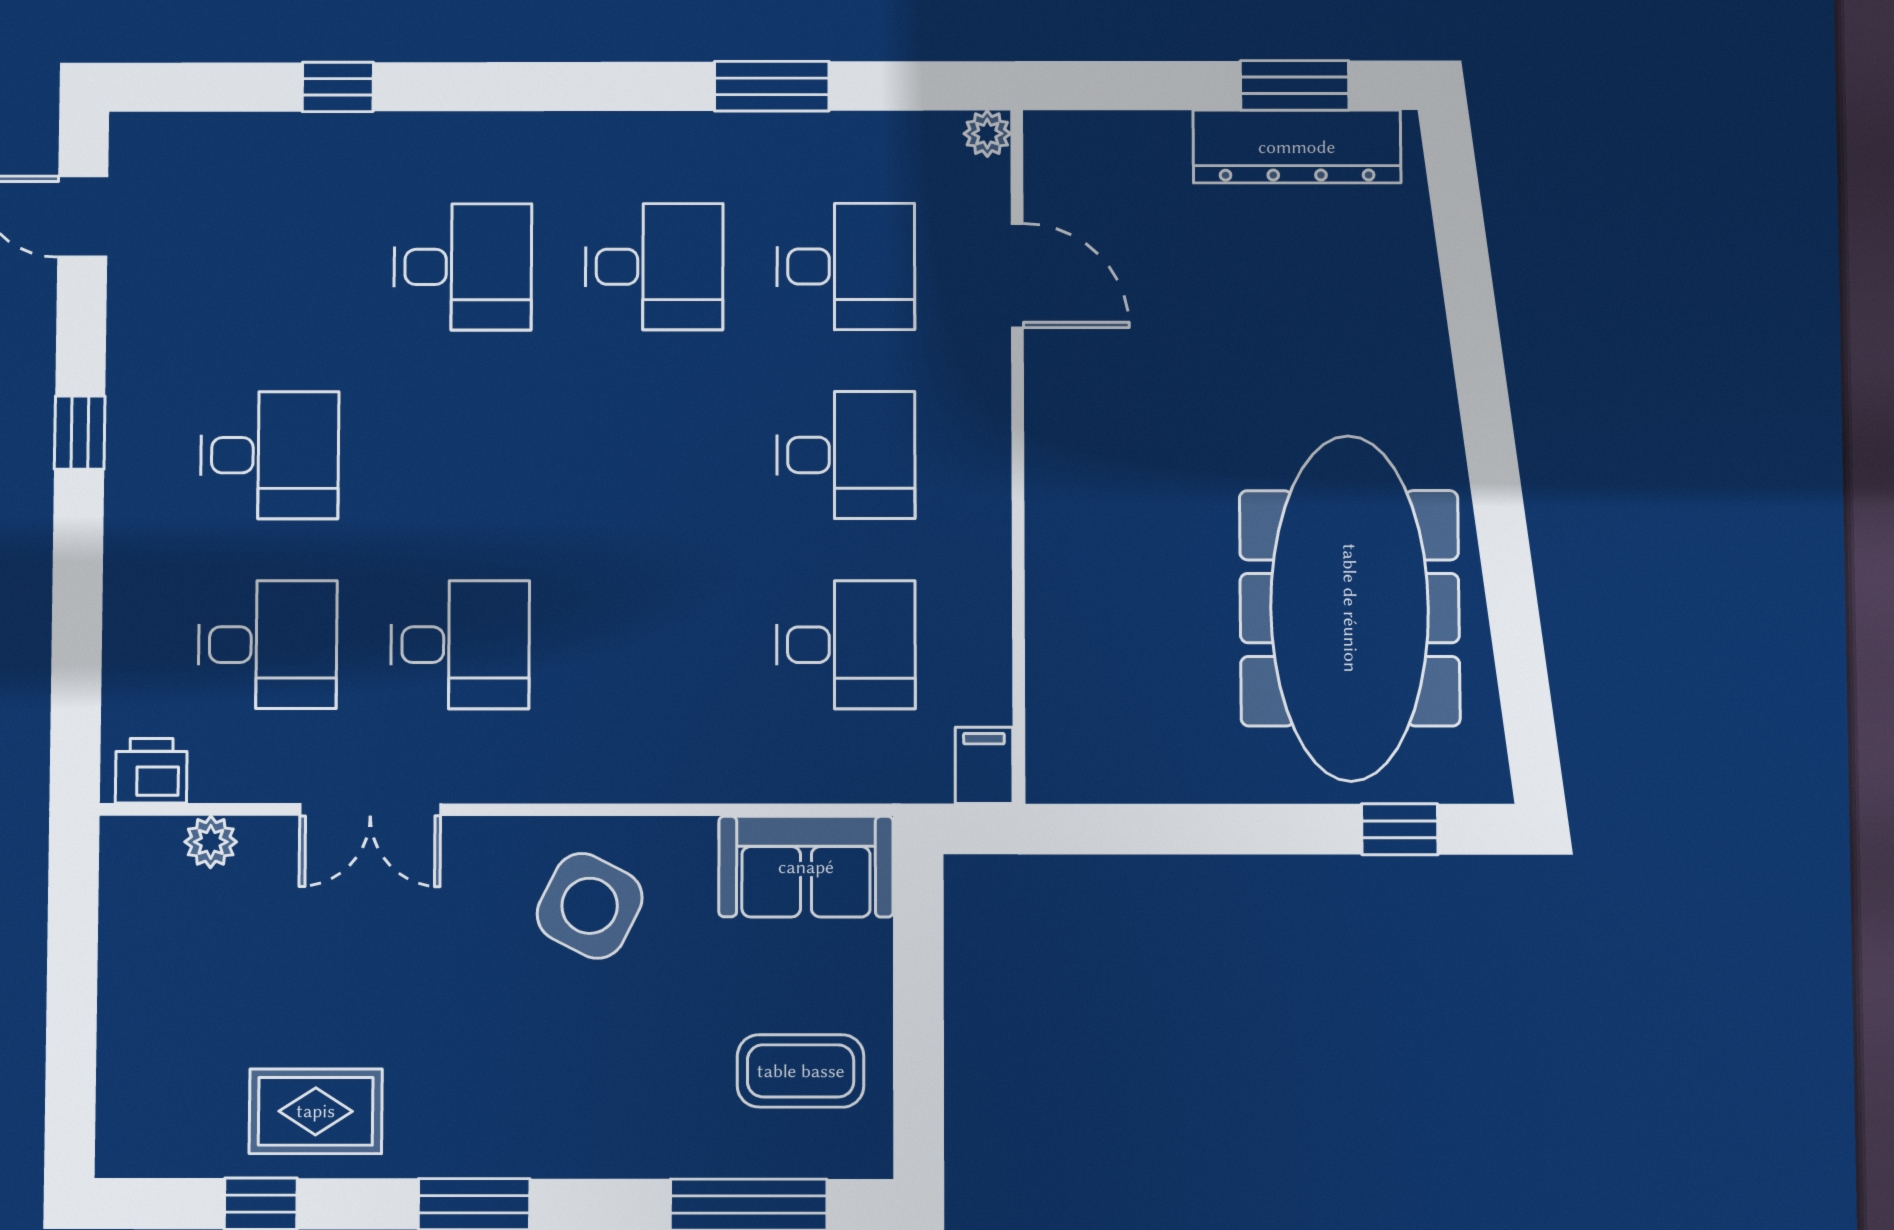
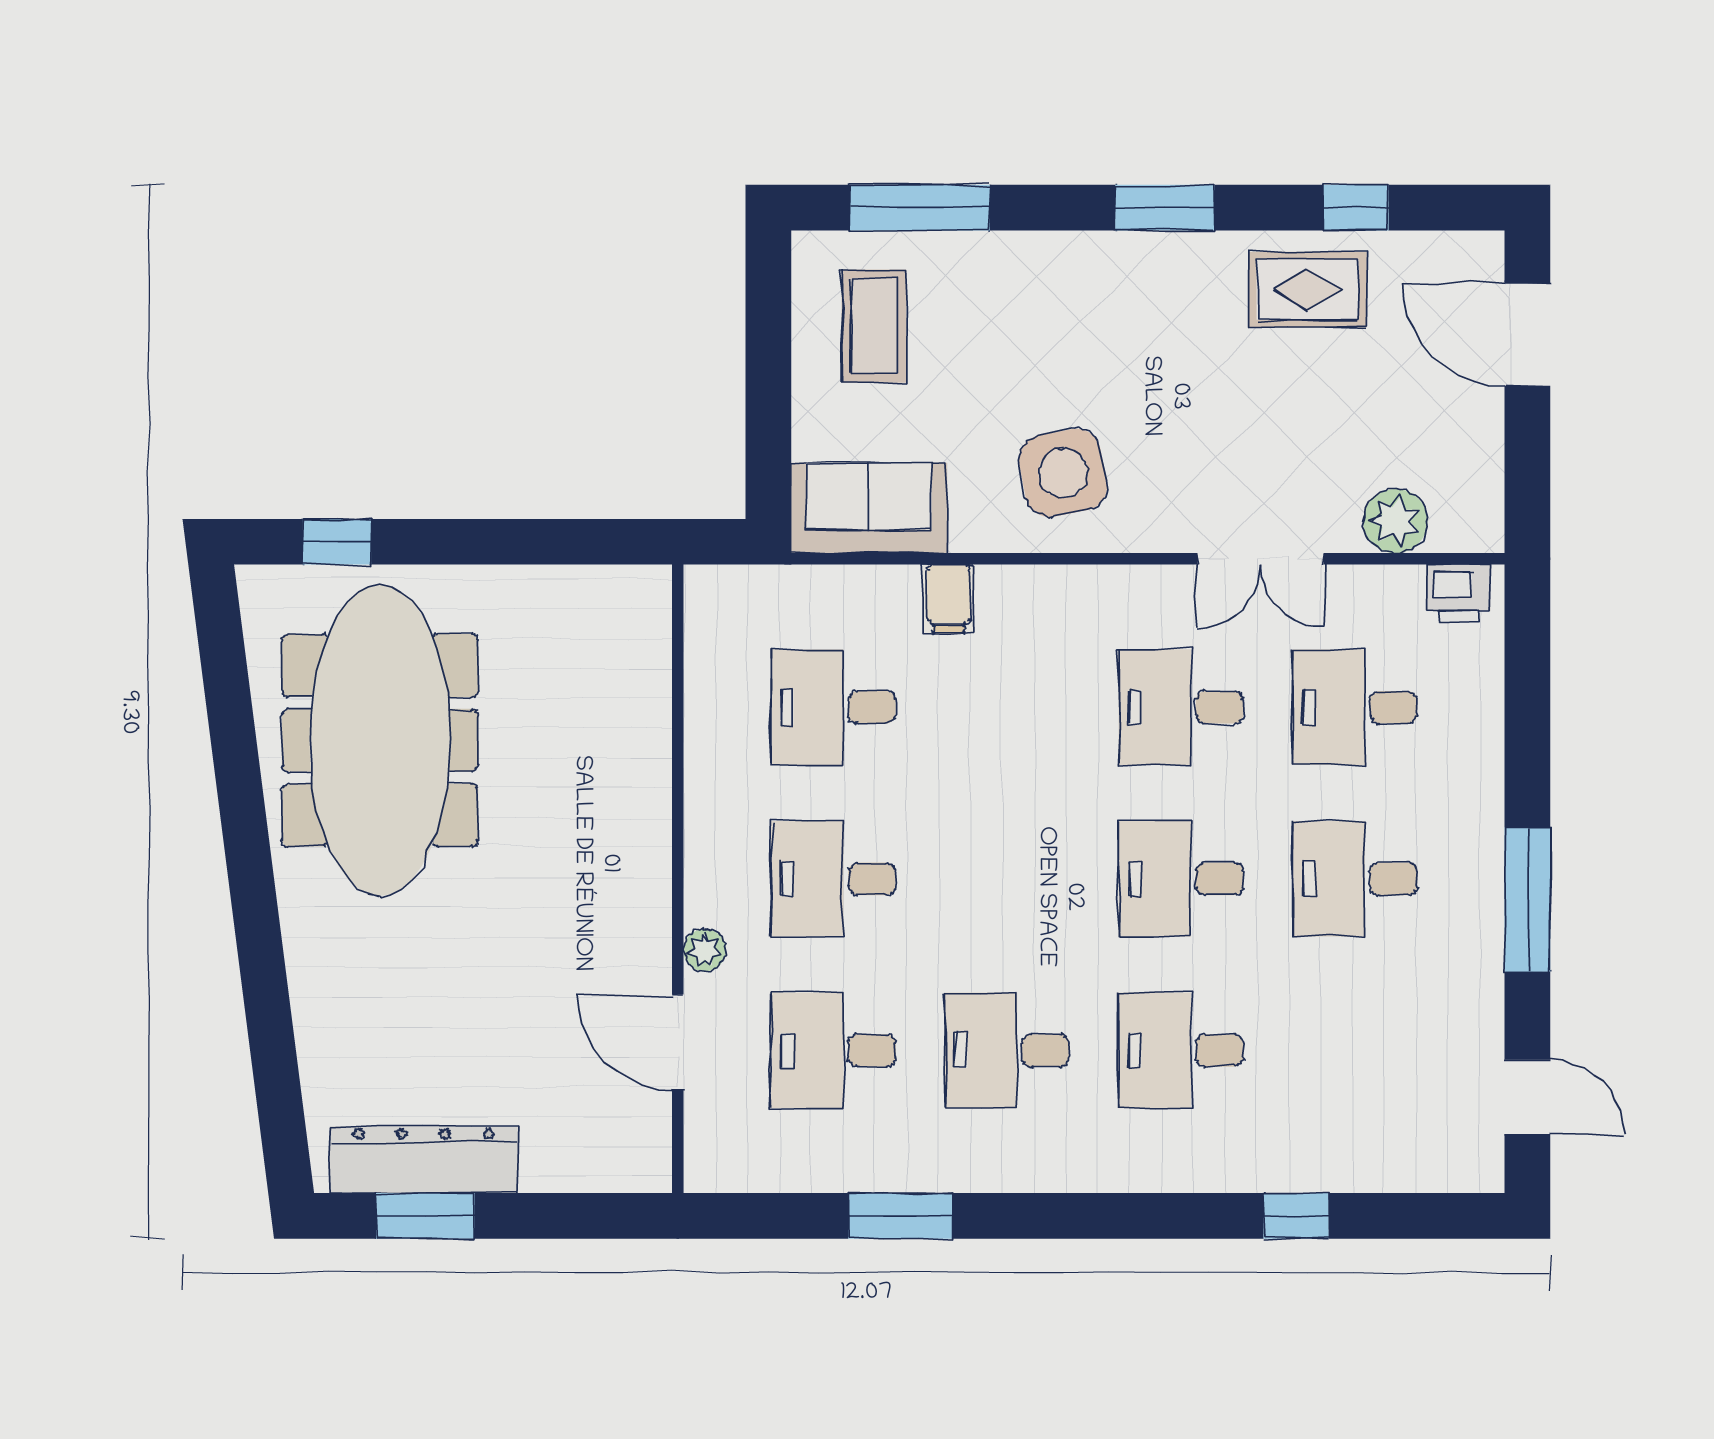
plant: (987, 134) -> (705, 950), moved
window: (80, 433) -> (1527, 900), width x2.17
desk: (461, 455) -> (1181, 879), added
filing cabinet: (984, 765) -> (949, 599), moved
double door: (370, 810) -> (1261, 559), swing flipped
plant: (211, 842) -> (1395, 521), width x1.38, depth x1.38
side table: (590, 906) -> (1063, 473), turned -38
door: (71, 1060) -> (1527, 335), added
coffee table: (801, 1071) -> (874, 326), turned 90

